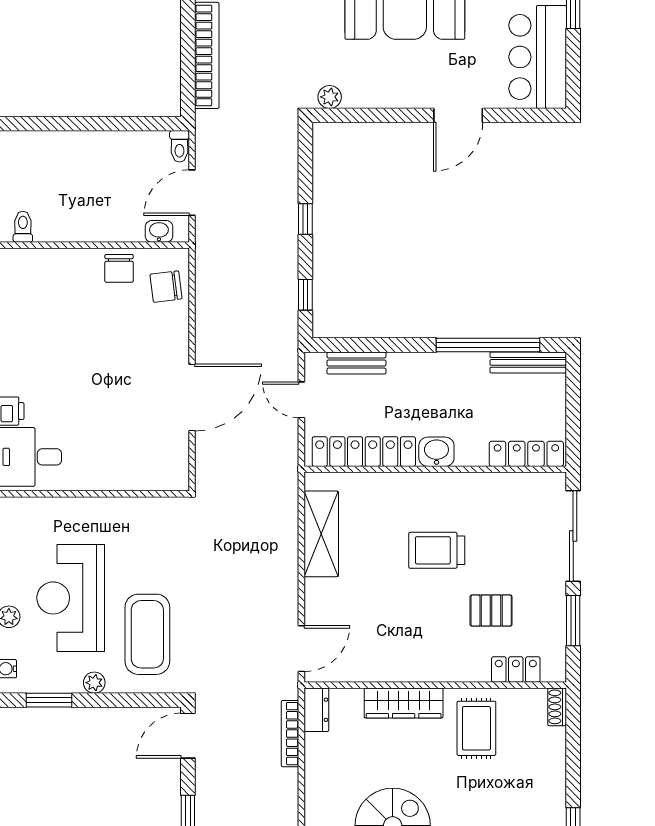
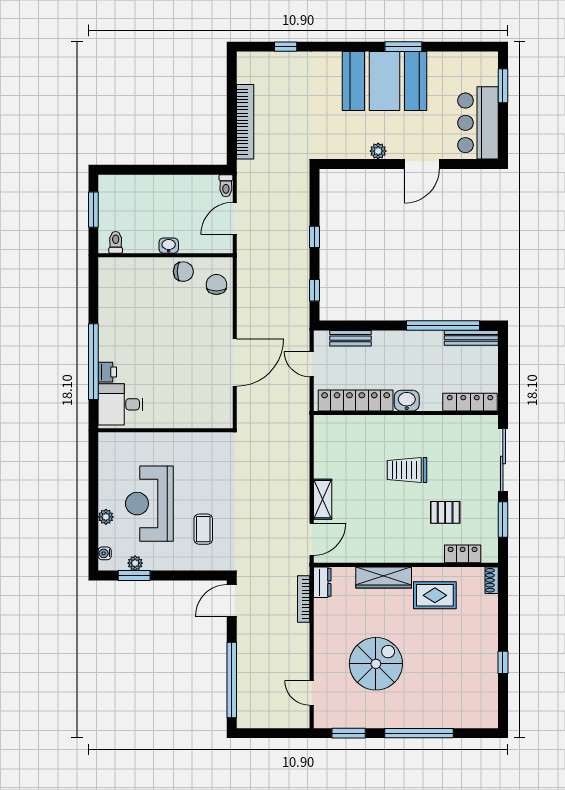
plant: (330, 97) -> (378, 151), moved
washbasin: (159, 231) -> (169, 246), moved
chair: (119, 268) -> (183, 272), turned -90
chair: (166, 287) -> (216, 284), turned 97
shelving: (321, 534) -> (323, 499), moved, width x0.67, depth x0.75
coffee table: (147, 634) -> (203, 529), width x0.54, depth x0.58
plant: (94, 683) -> (135, 563), moved
rug: (476, 728) -> (435, 595), turned 90

